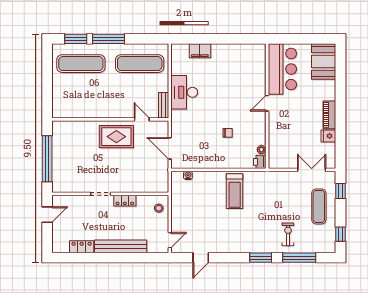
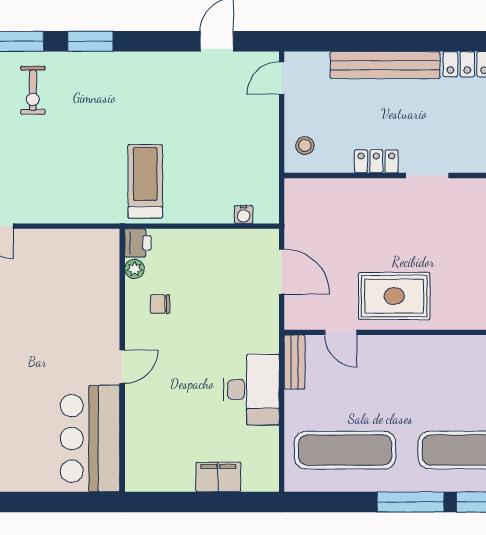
bar counter: (282, 69) -> (90, 438), moved
door: (267, 103) -> (122, 367), moved
wall: (267, 106) -> (122, 360), moved
plant: (261, 150) -> (134, 269), moved
printer: (260, 162) -> (138, 243), moved

